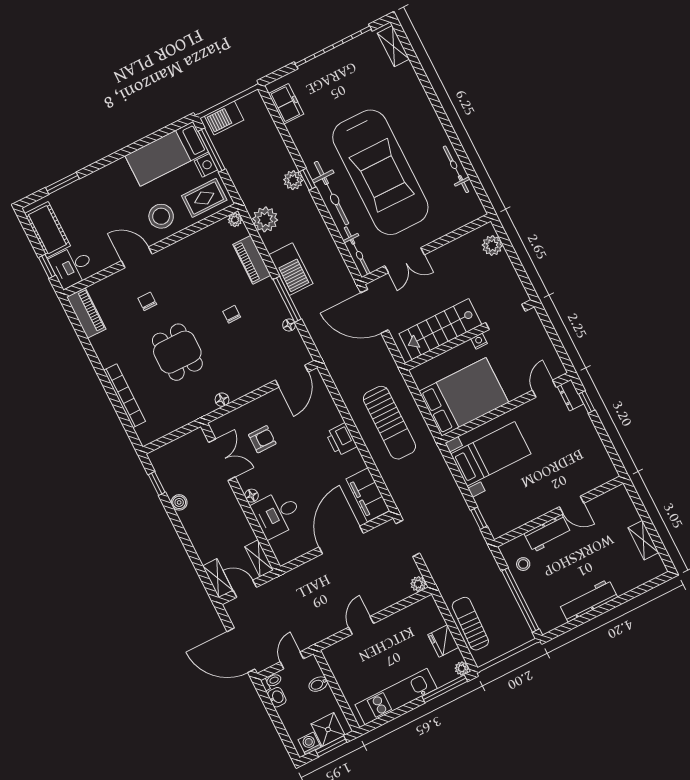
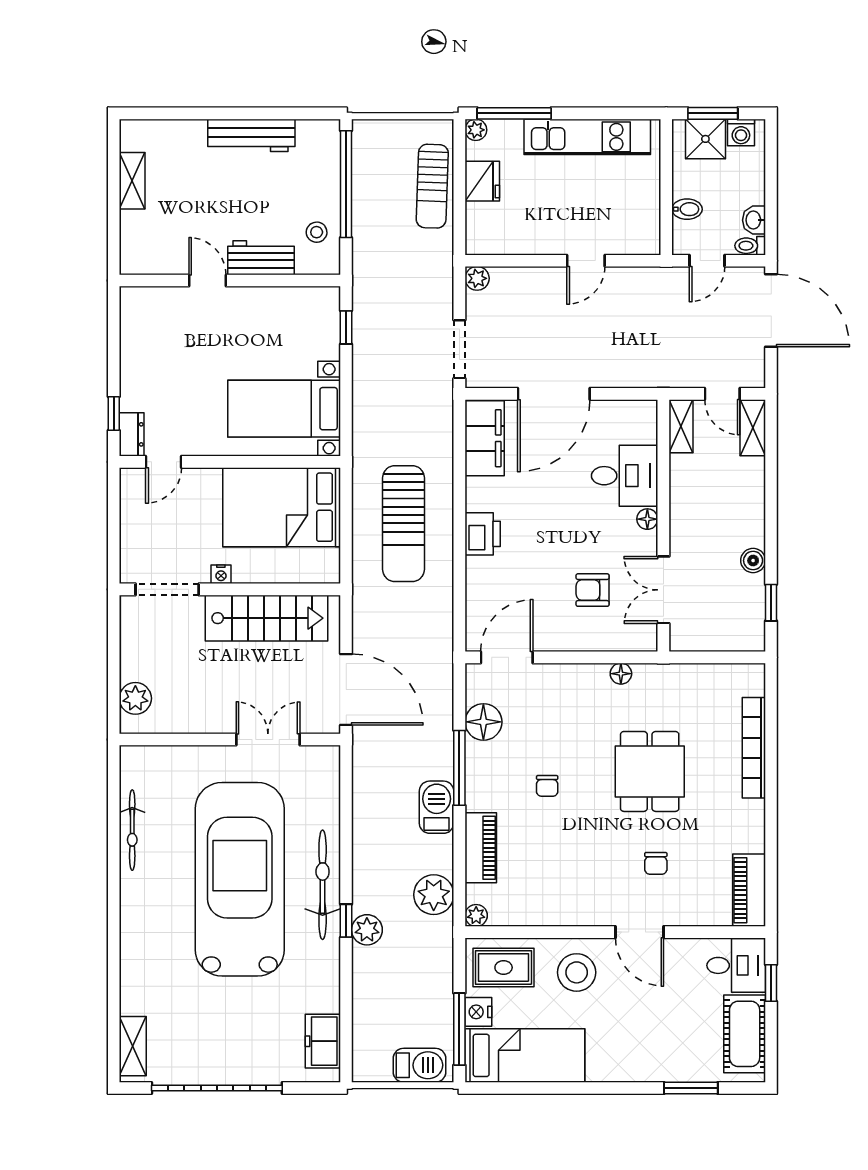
bicycle: (357, 251) -> (327, 786), removed
barbecue: (291, 269) -> (437, 807), width x0.73, depth x0.83
floor lamp: (289, 325) -> (483, 722), width x1.89, depth x1.89
sun lounger: (389, 423) -> (404, 524), turned 180

